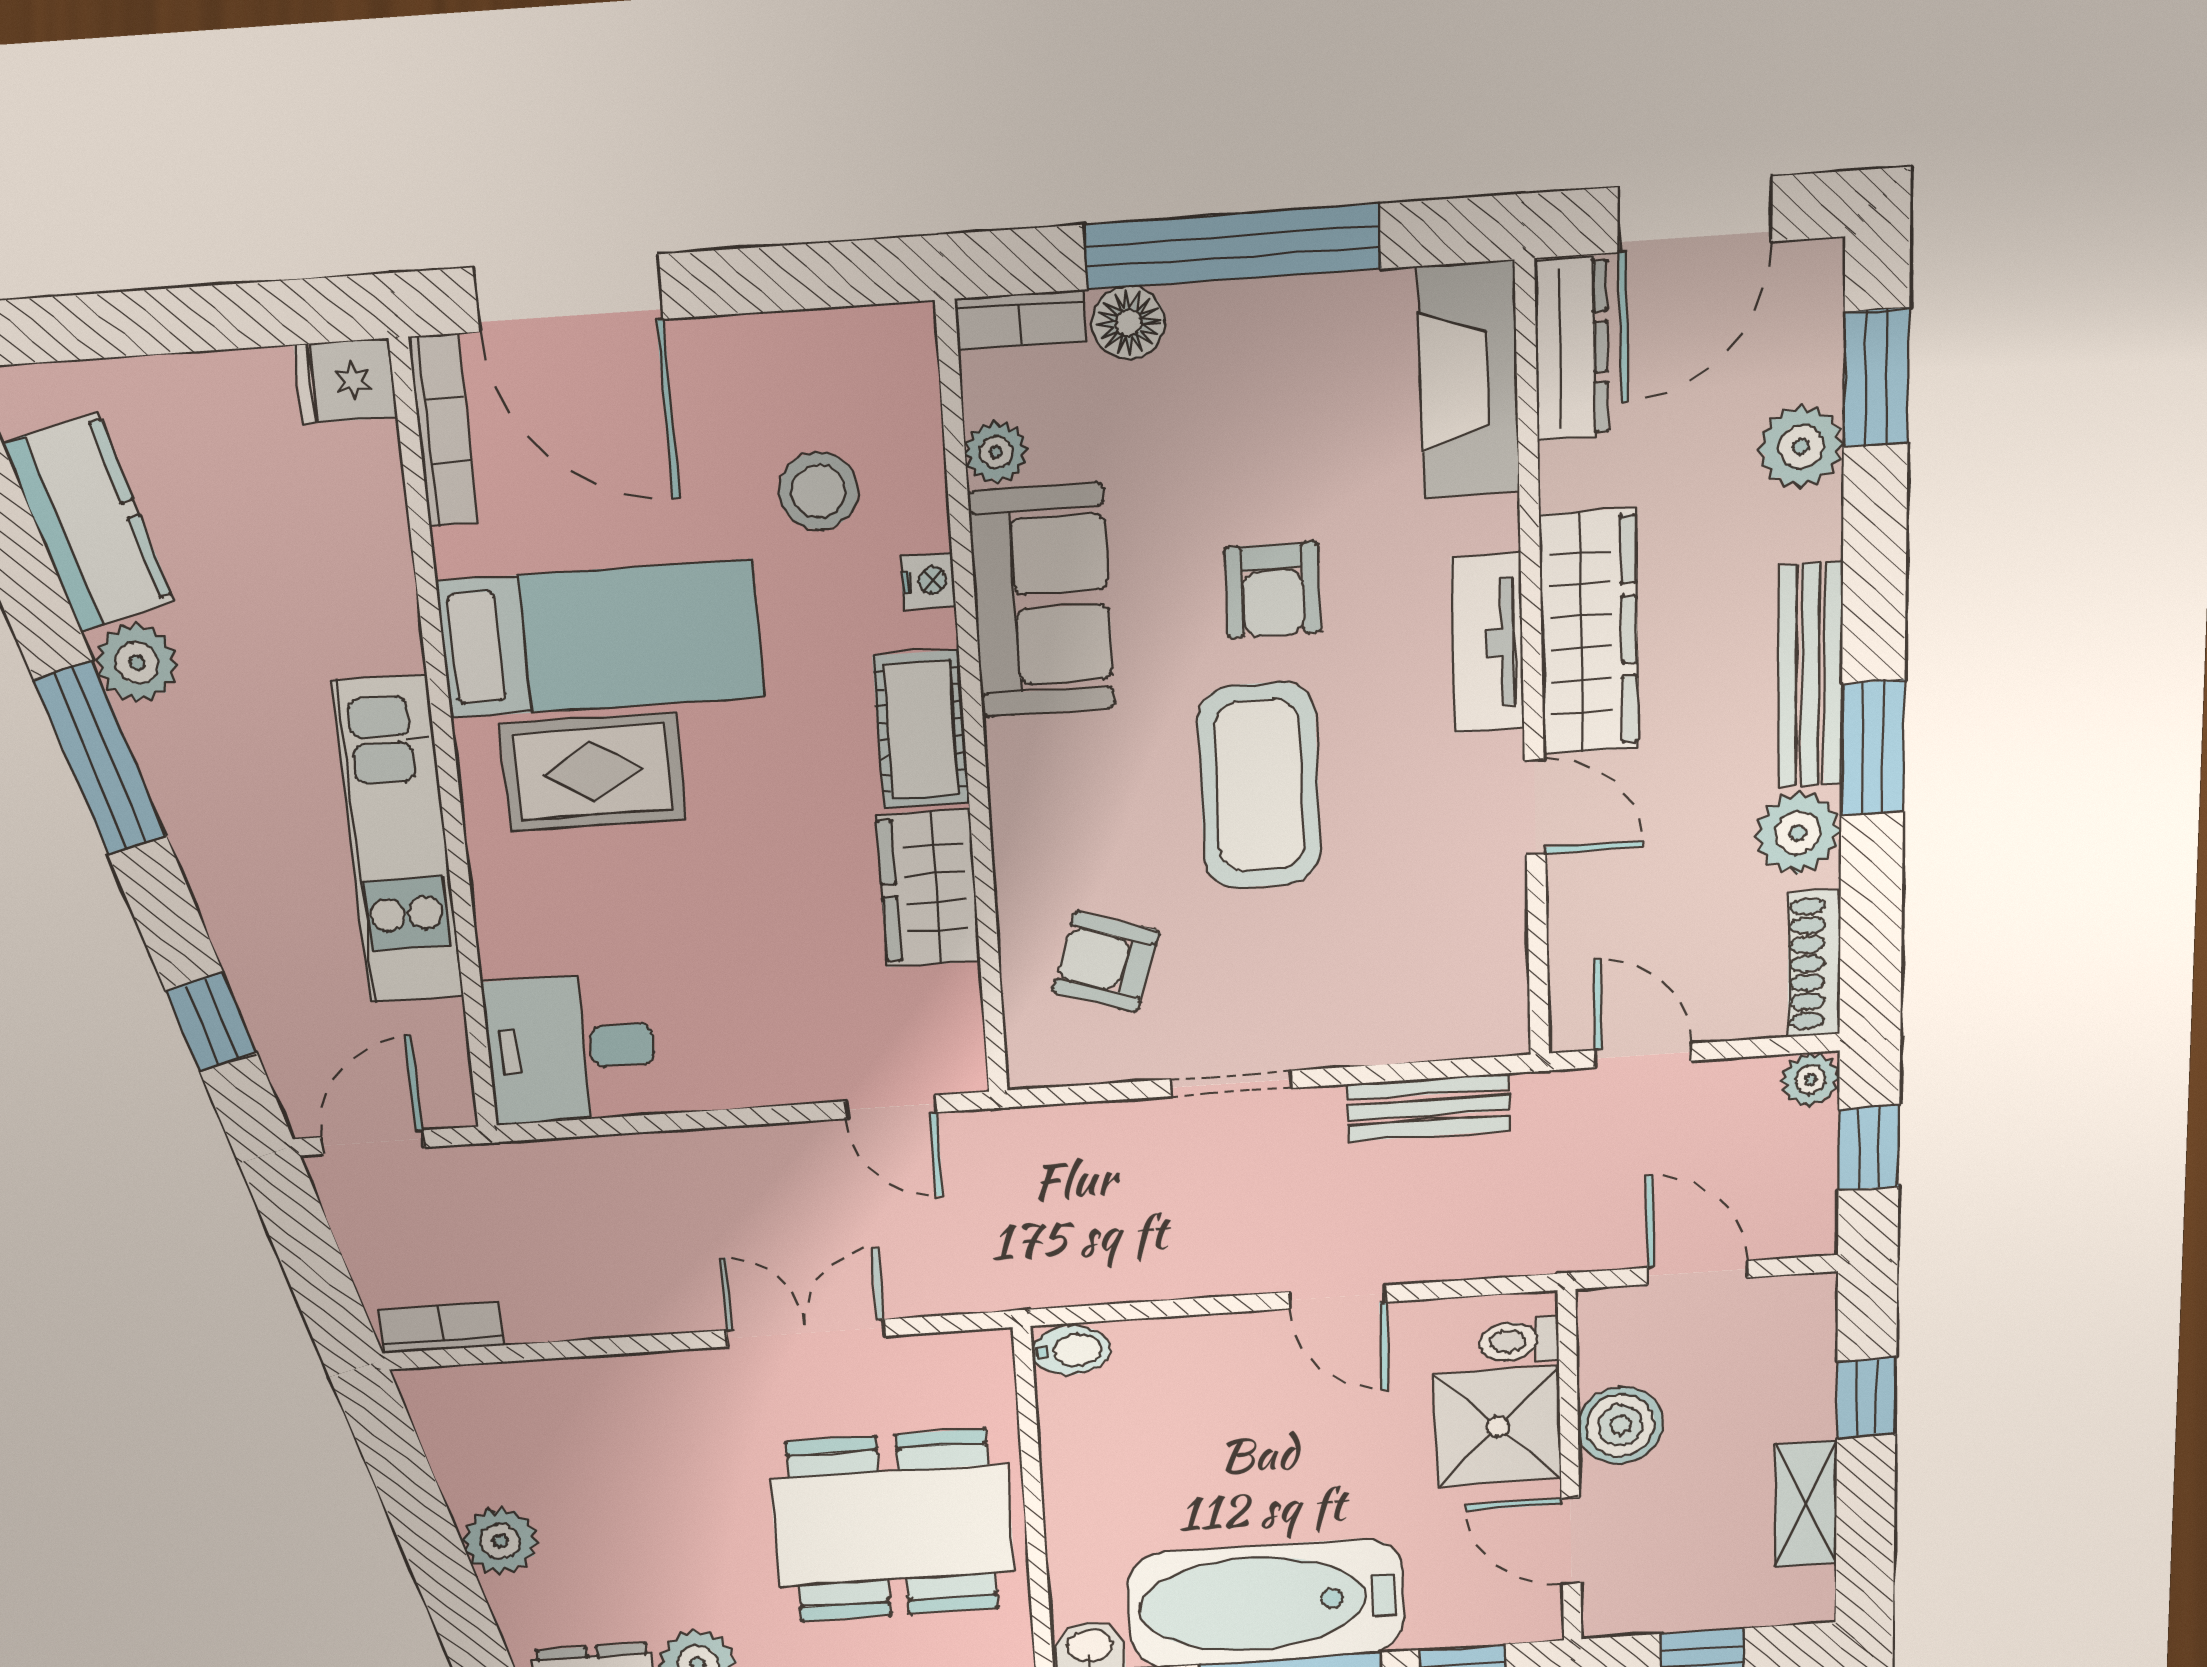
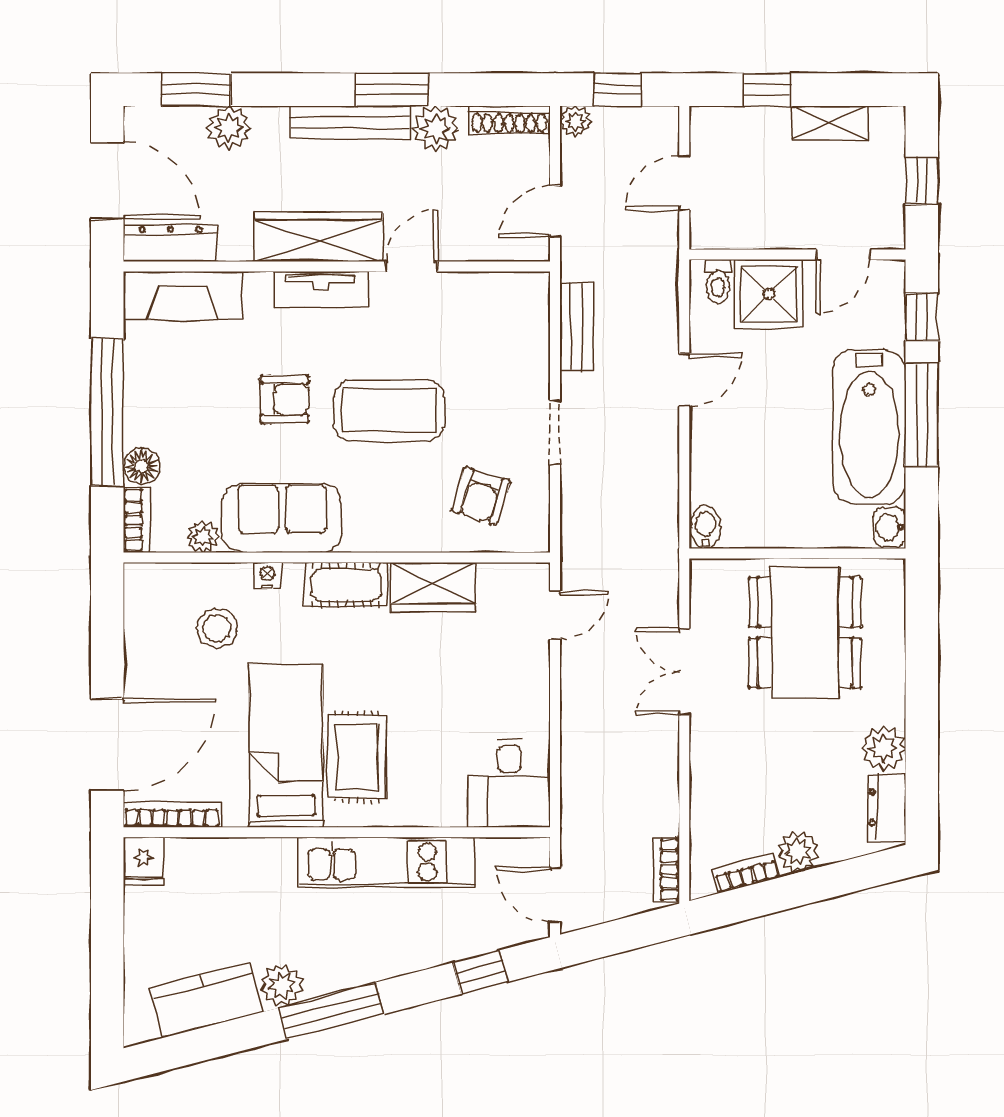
boiler: (1620, 1425) -> (773, 226), removed
bookcase: (451, 1460) -> (746, 873), added

